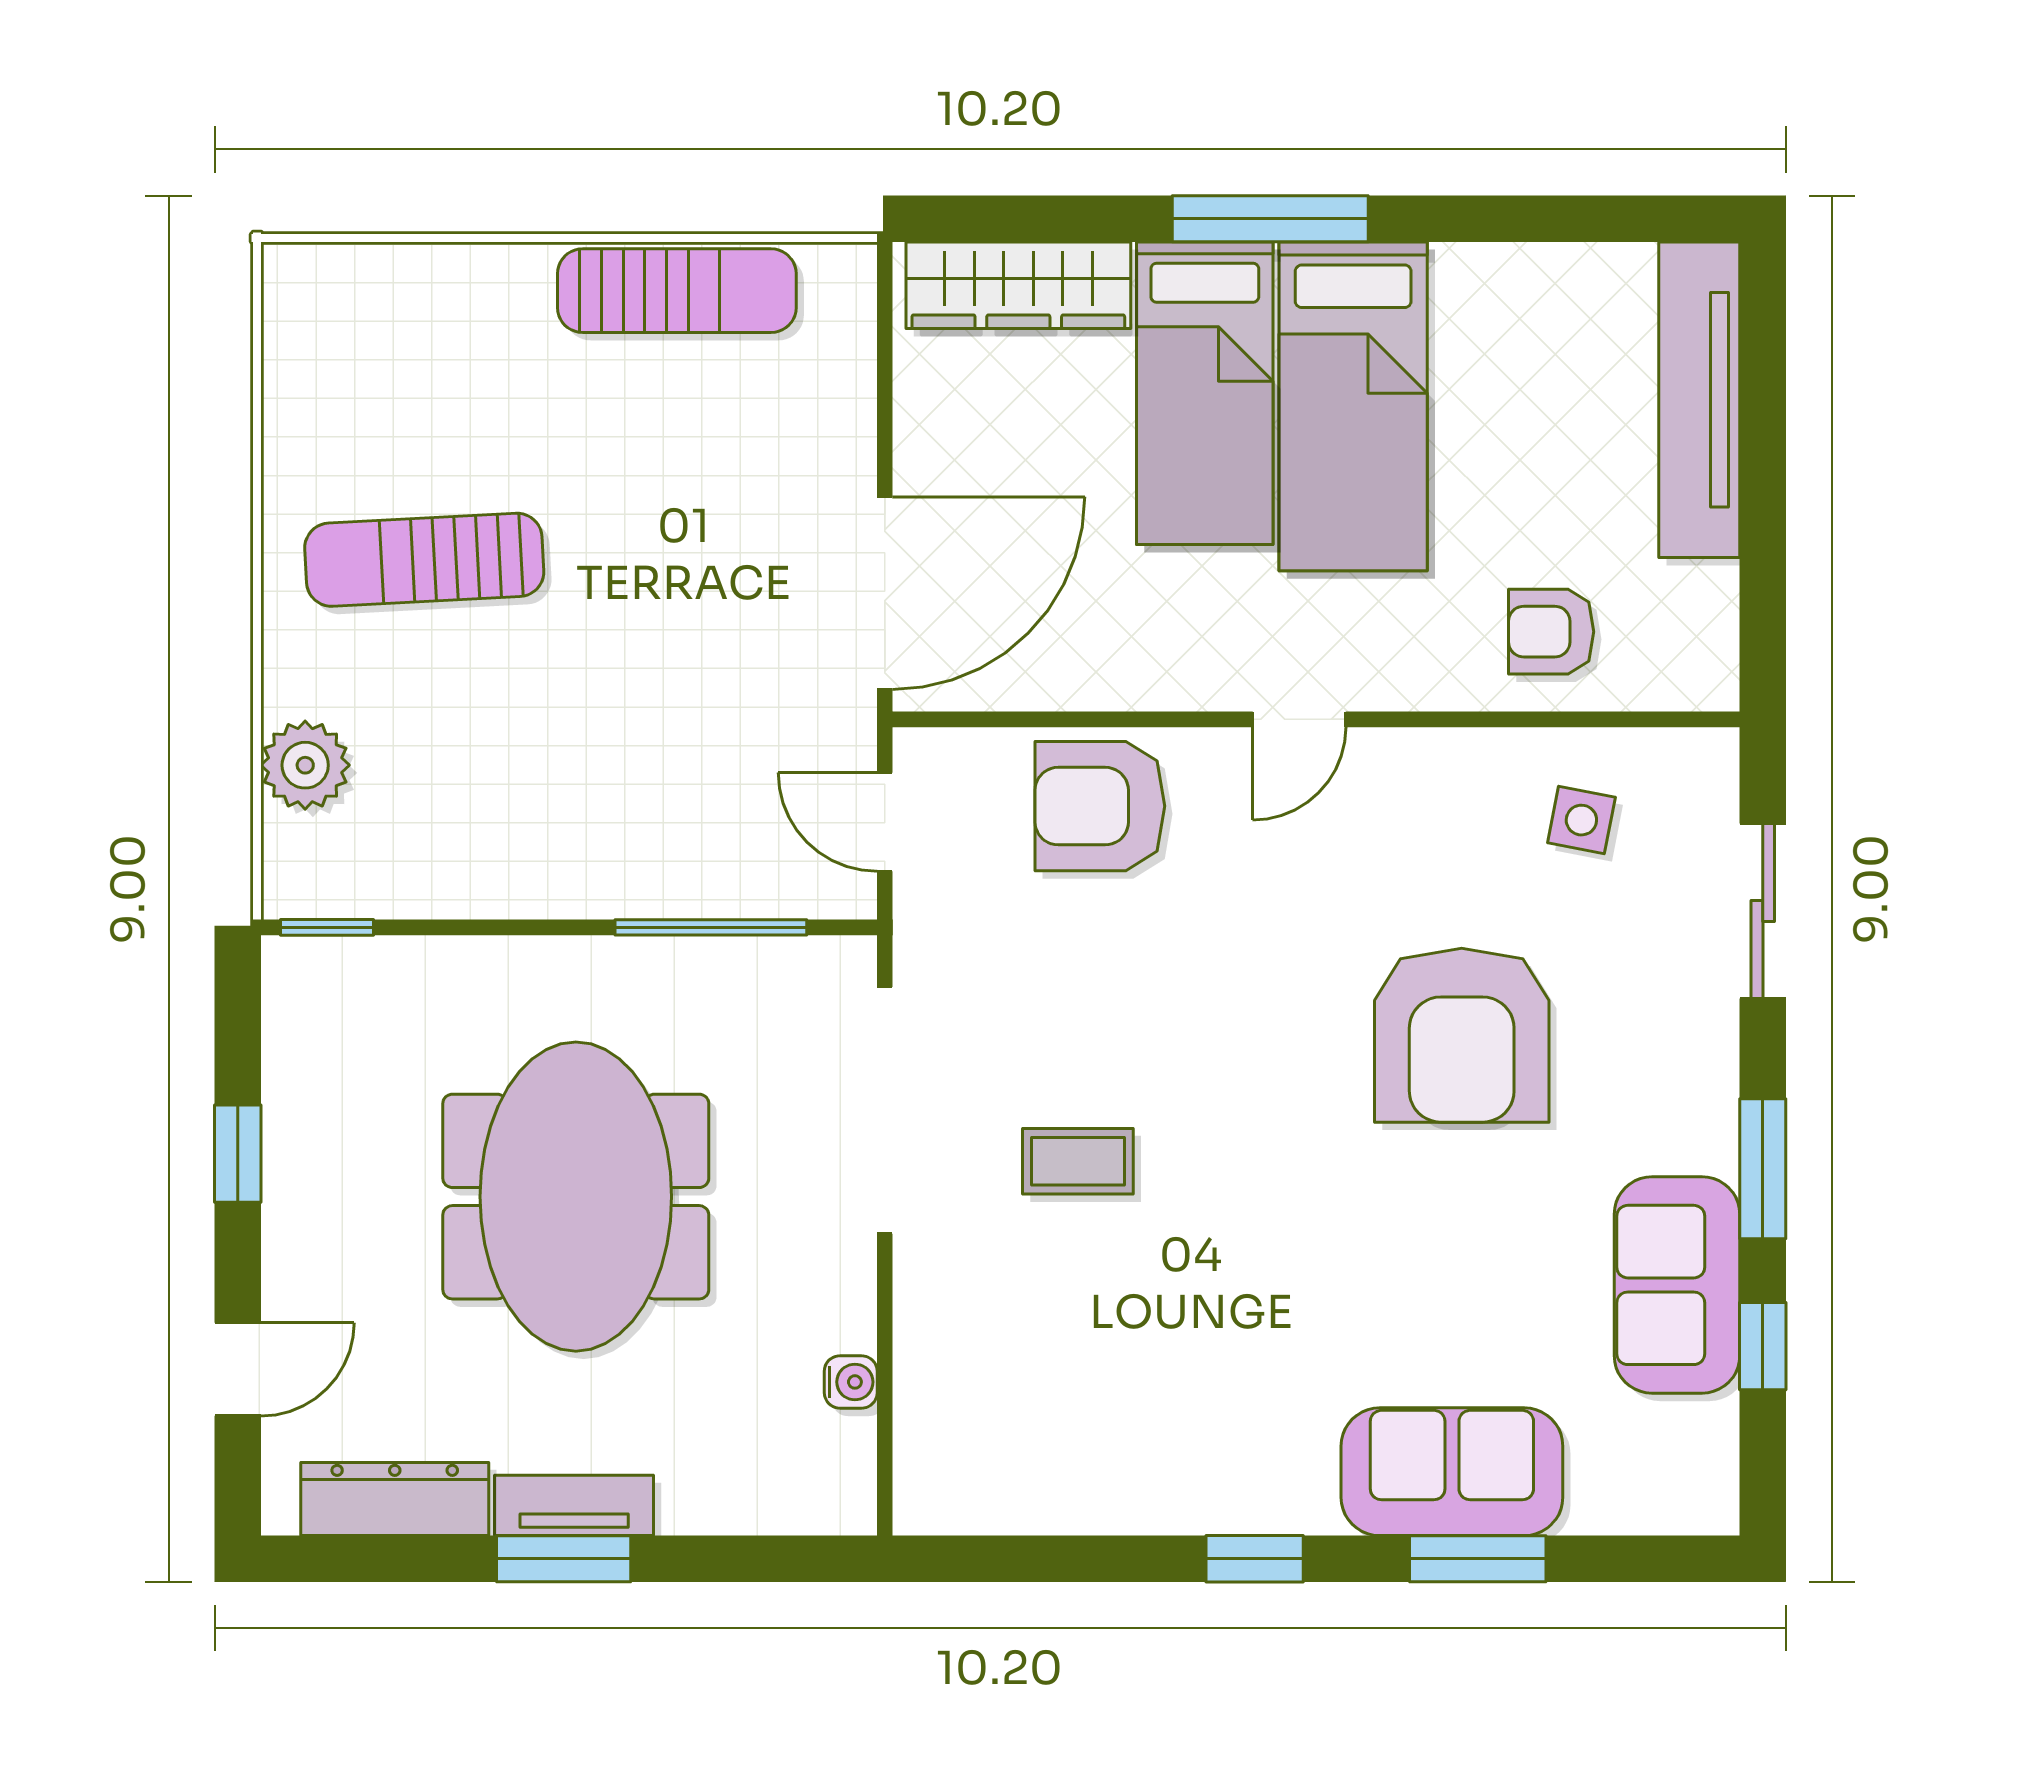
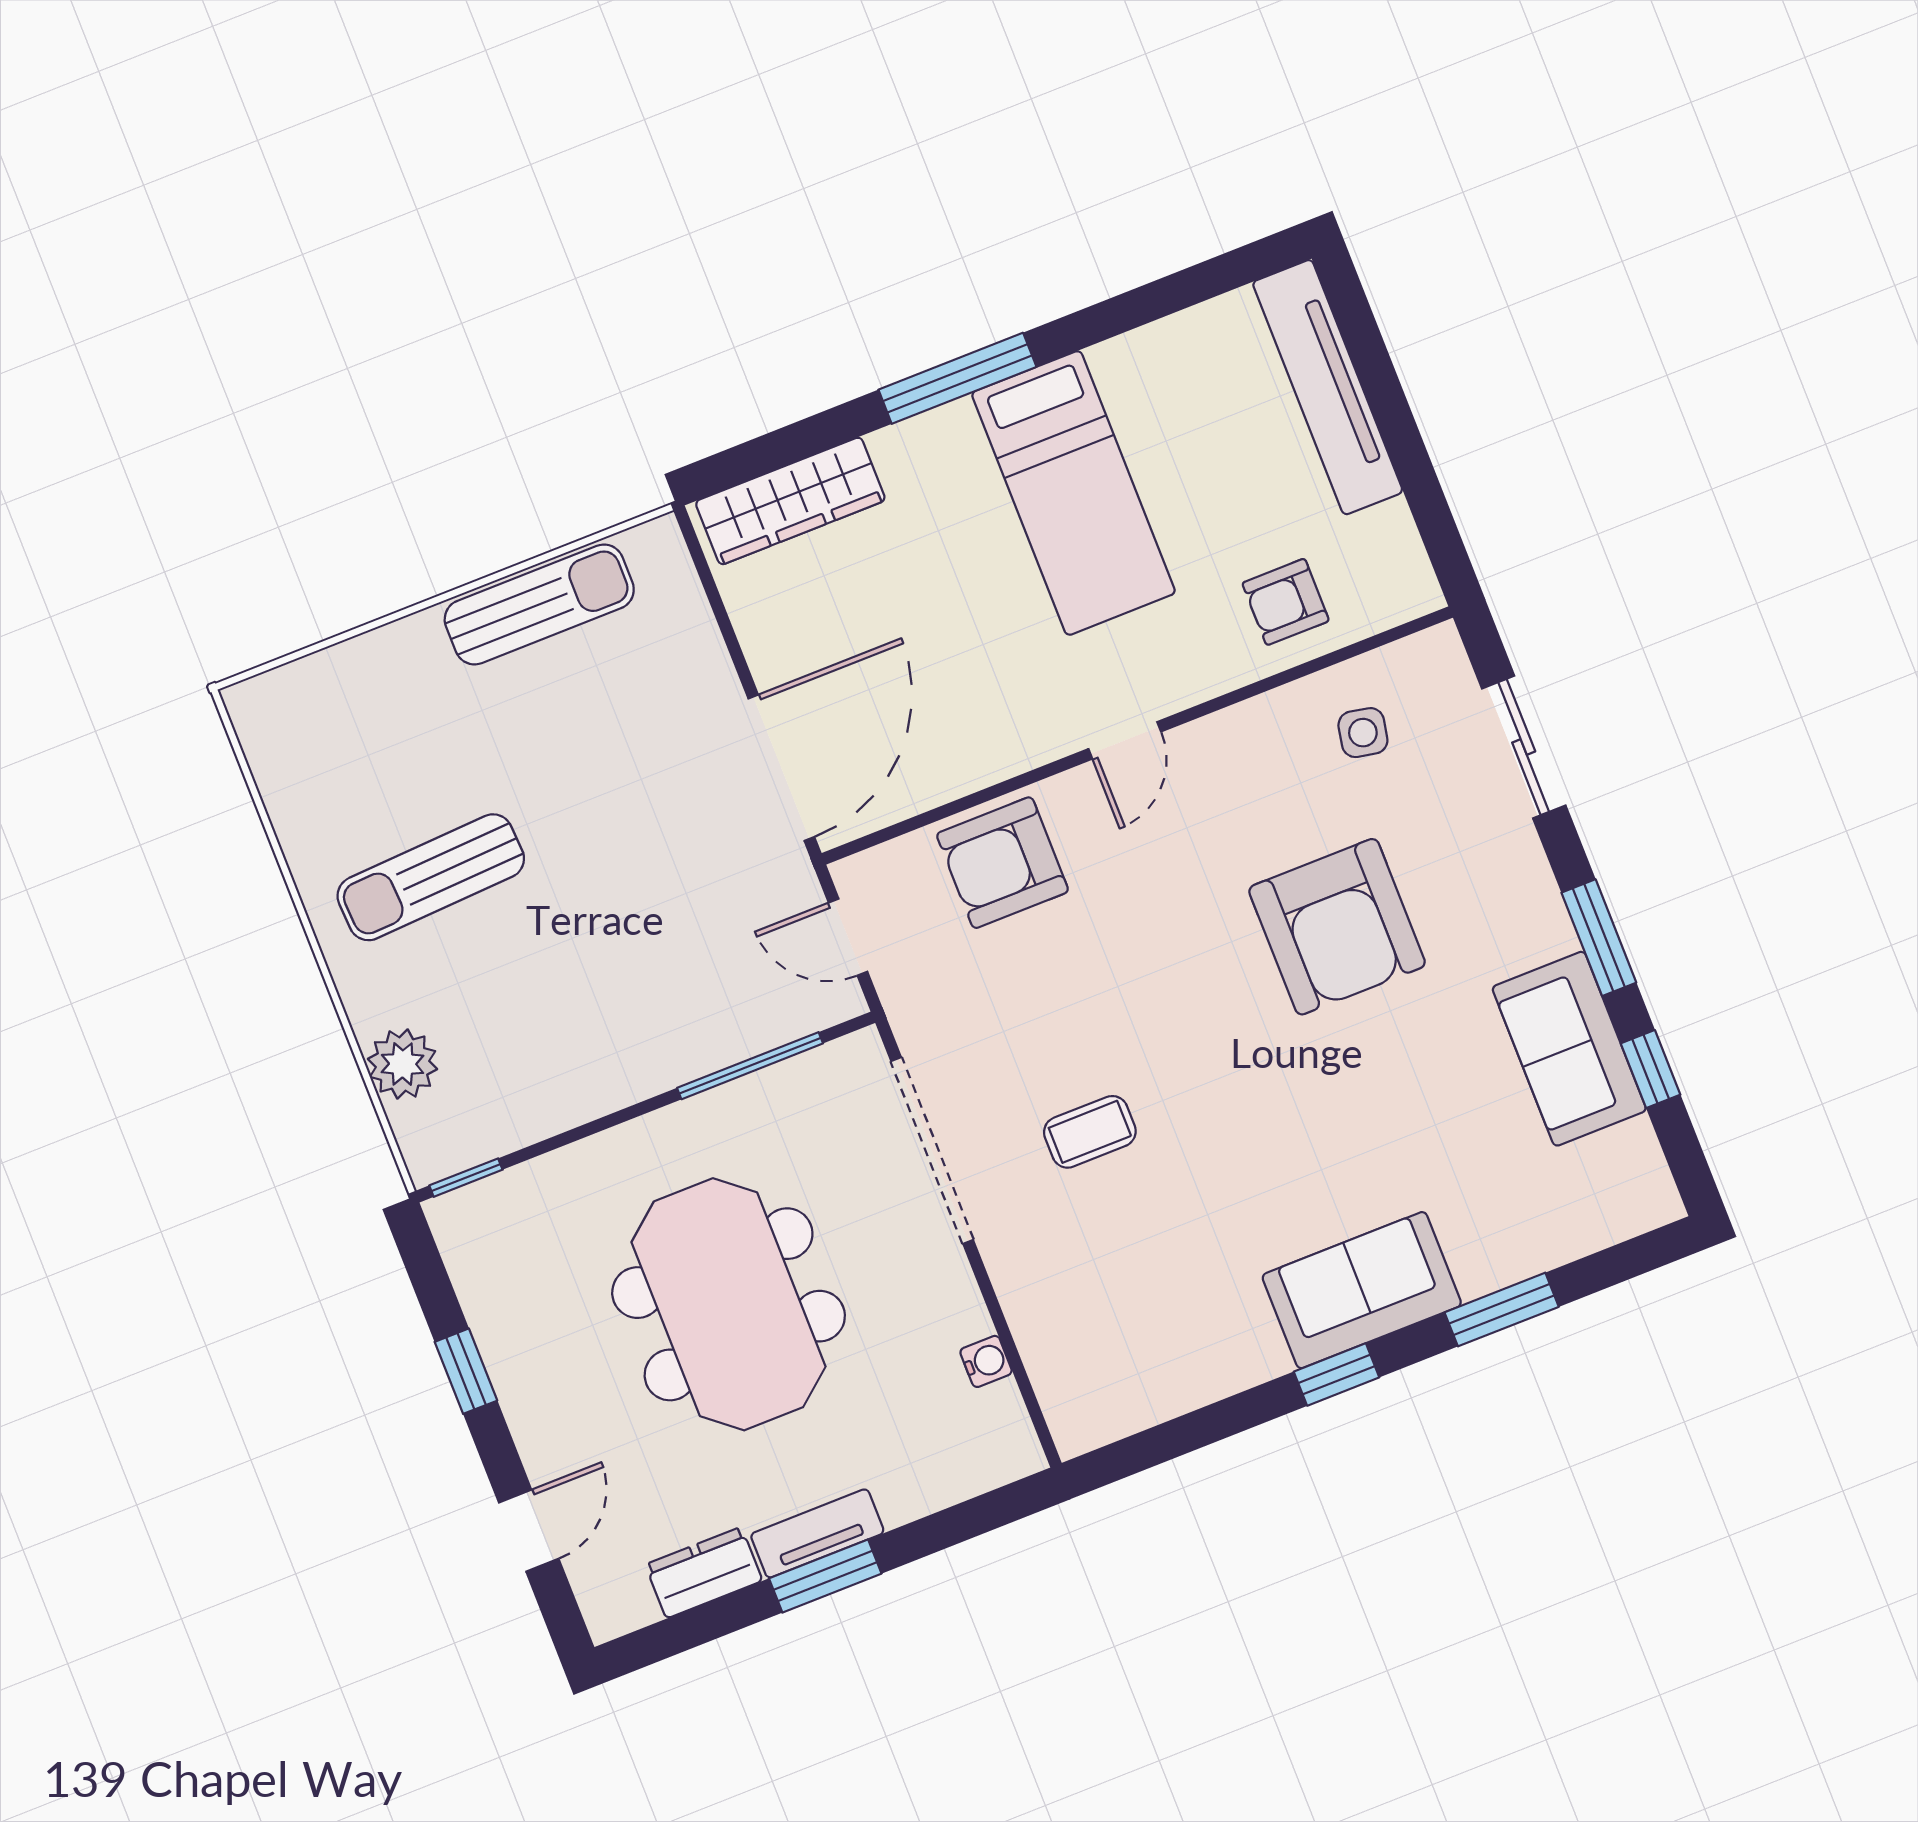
bed: (1205, 393) -> (960, 526), removed
sofa: (1452, 1472) -> (1362, 1290), moved
dresser: (395, 1499) -> (704, 1573), width x0.70

